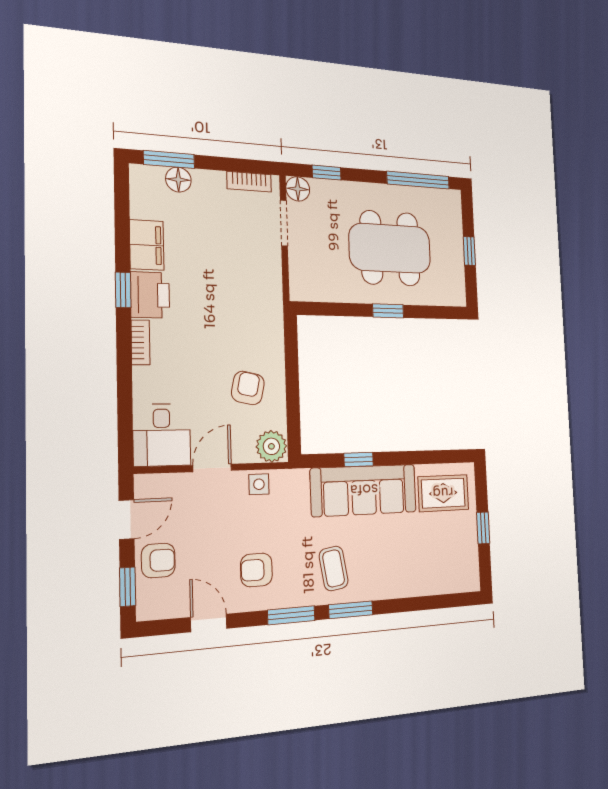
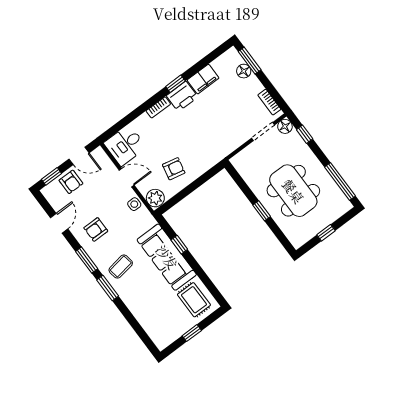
armchair: (256, 570) -> (96, 229), turned -90

